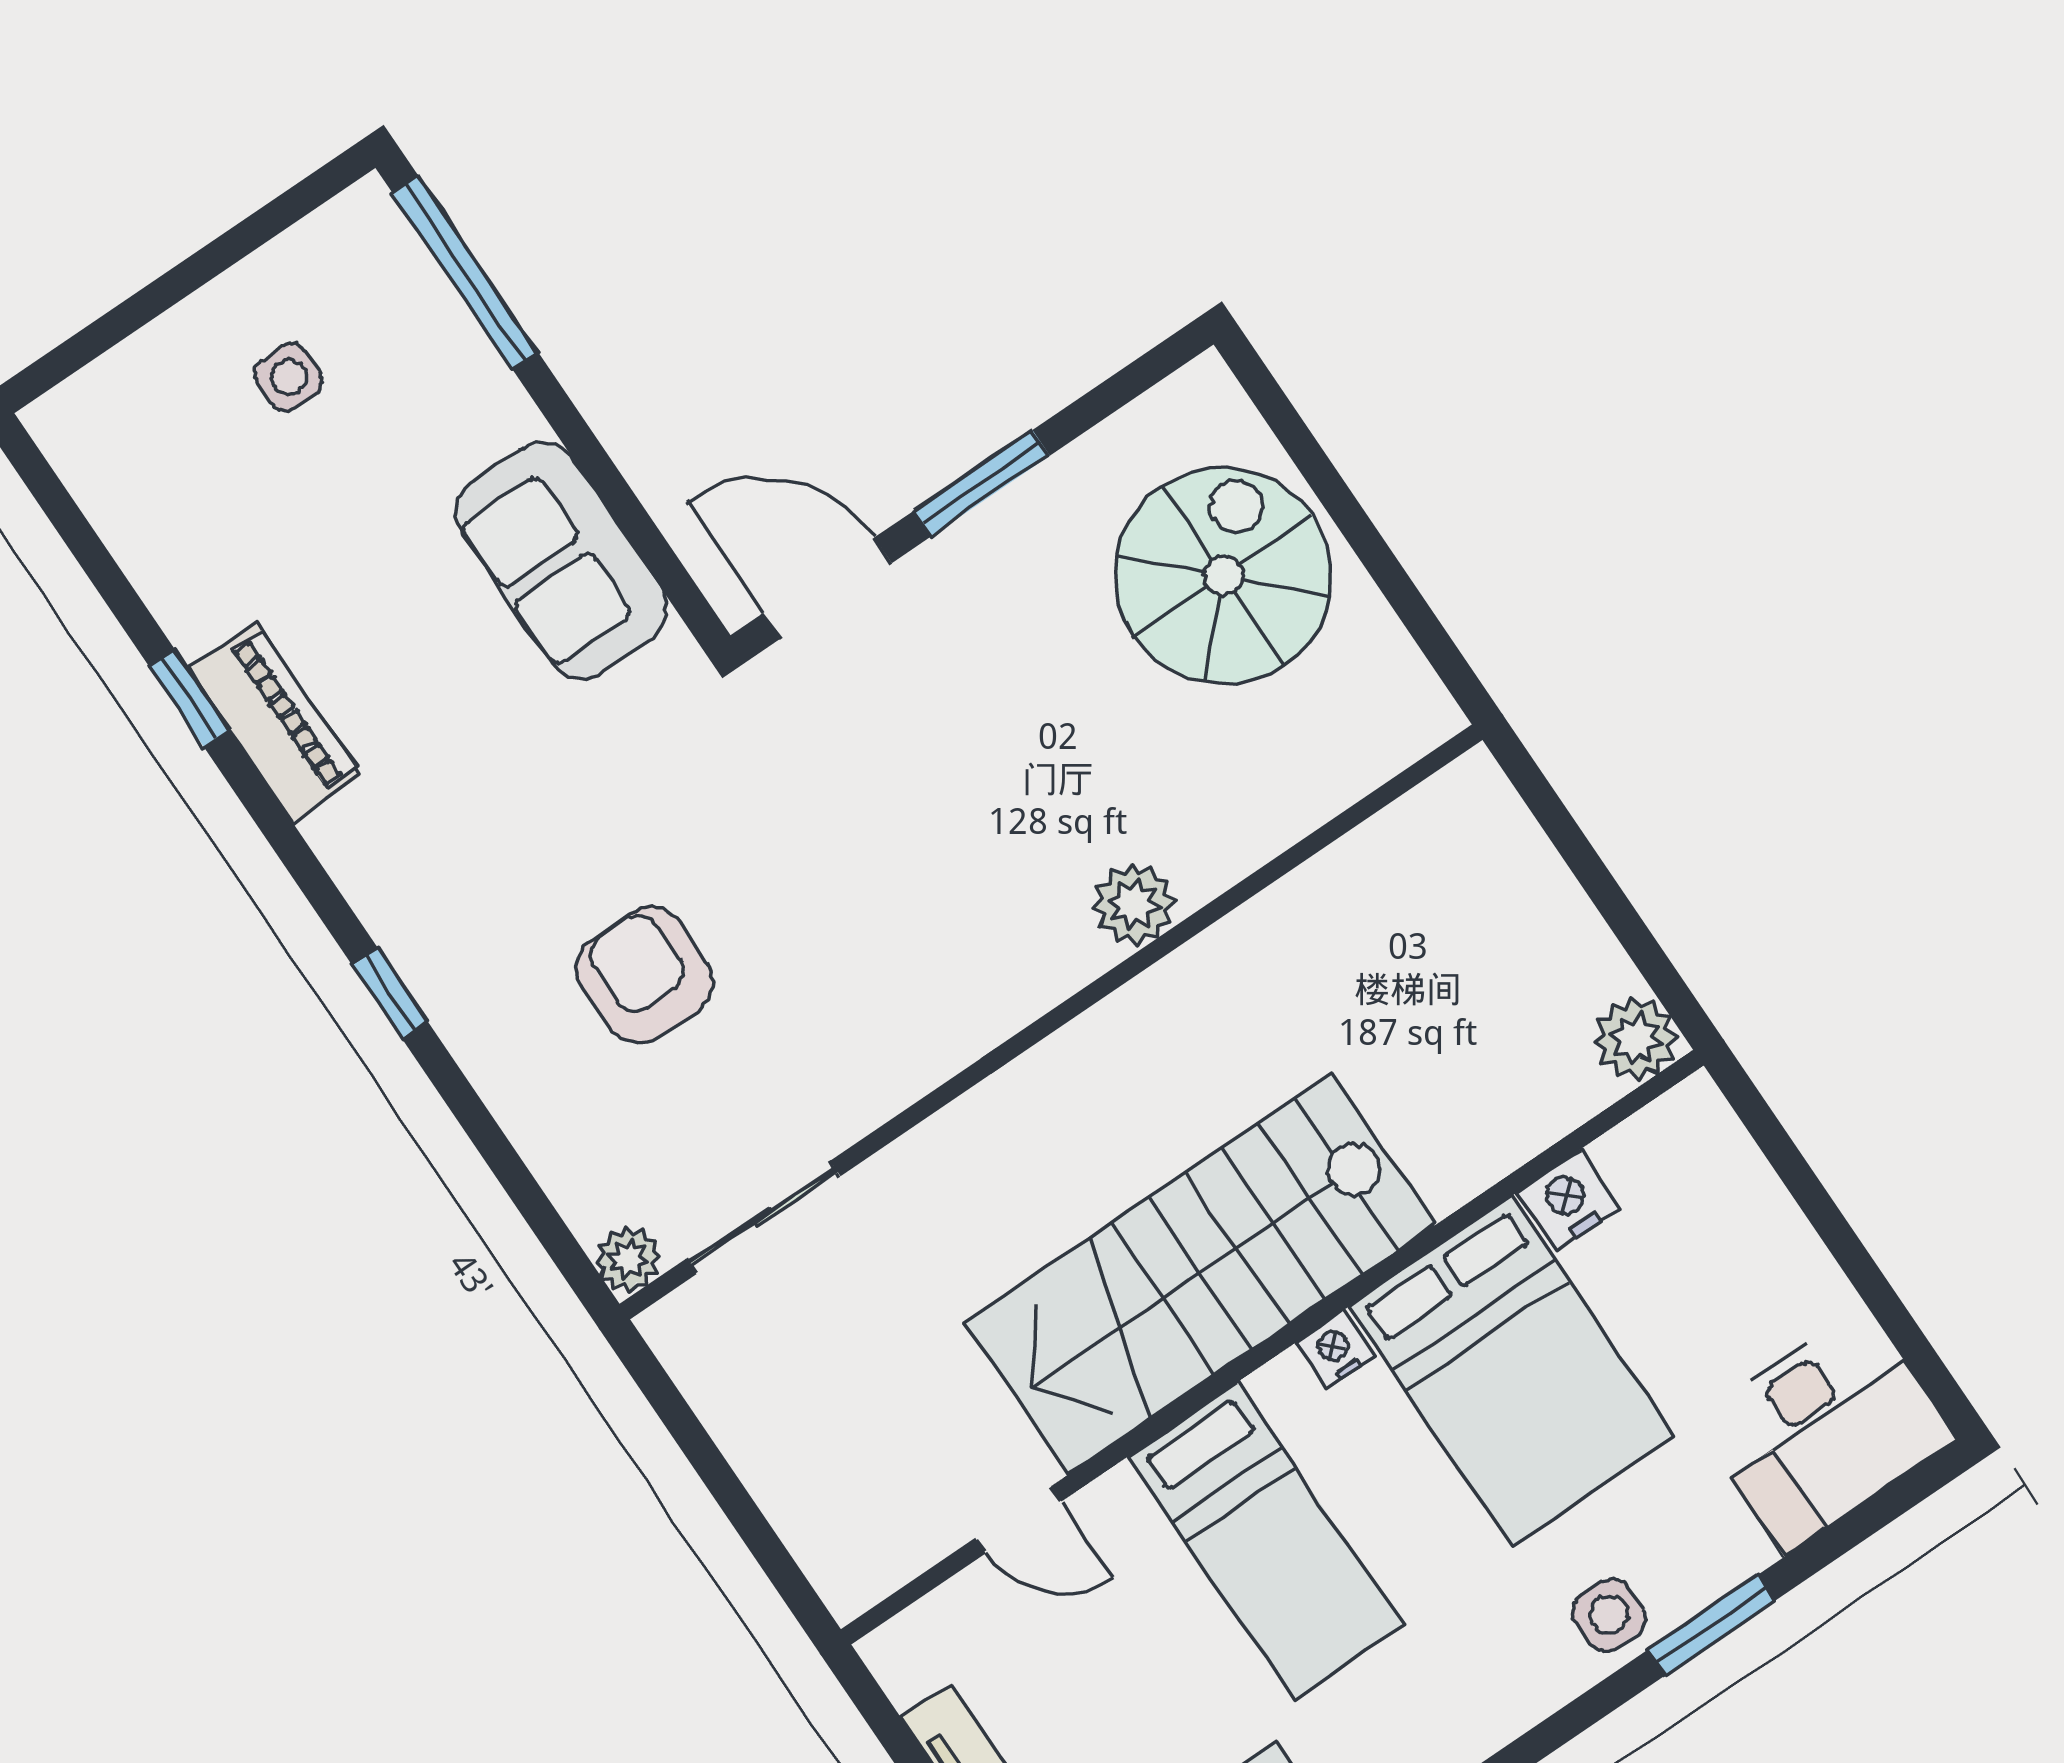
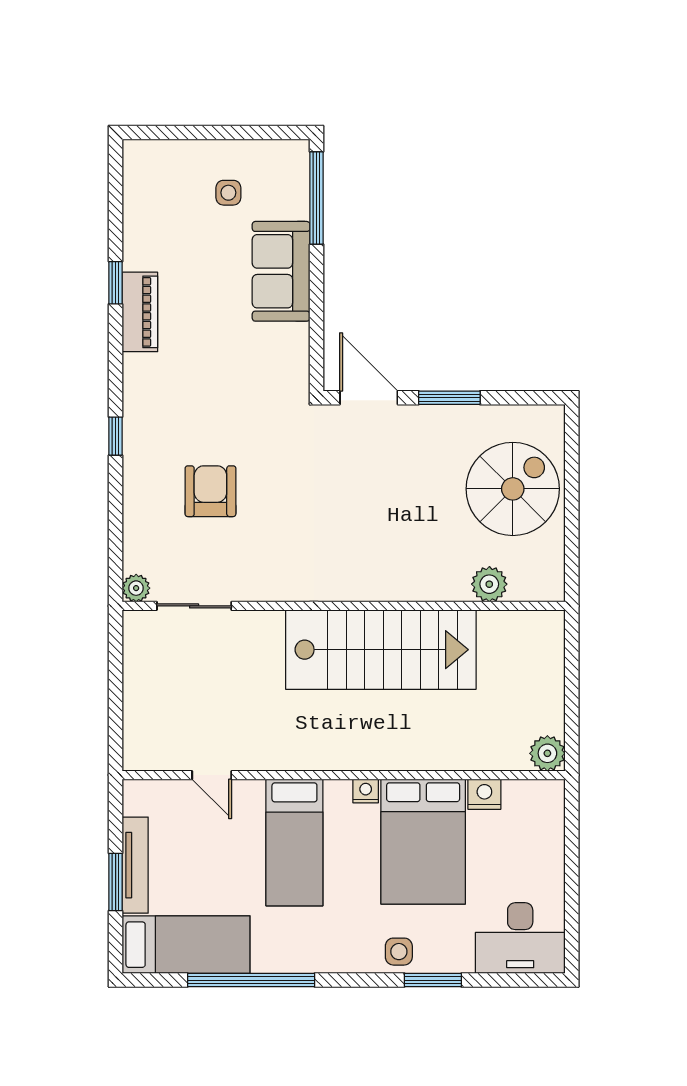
sofa: (561, 560) -> (281, 271), moved
plant: (1134, 904) -> (489, 584), moved
stairs: (1200, 1274) -> (381, 650), moved, turned 180

